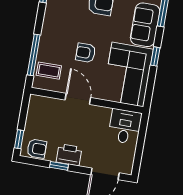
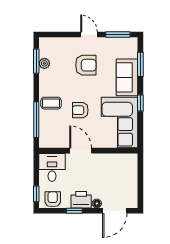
coffee table: (49, 71) -> (51, 103), moved
desk: (125, 127) -> (52, 167), moved
armchair: (37, 149) -> (53, 199), turned -90
floor lamp: (86, 162) -> (97, 204), added

